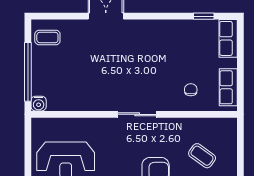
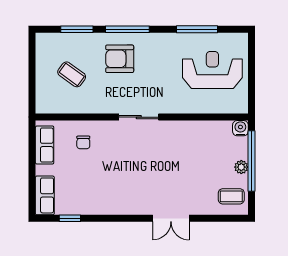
plant: (38, 66) -> (241, 167), added

